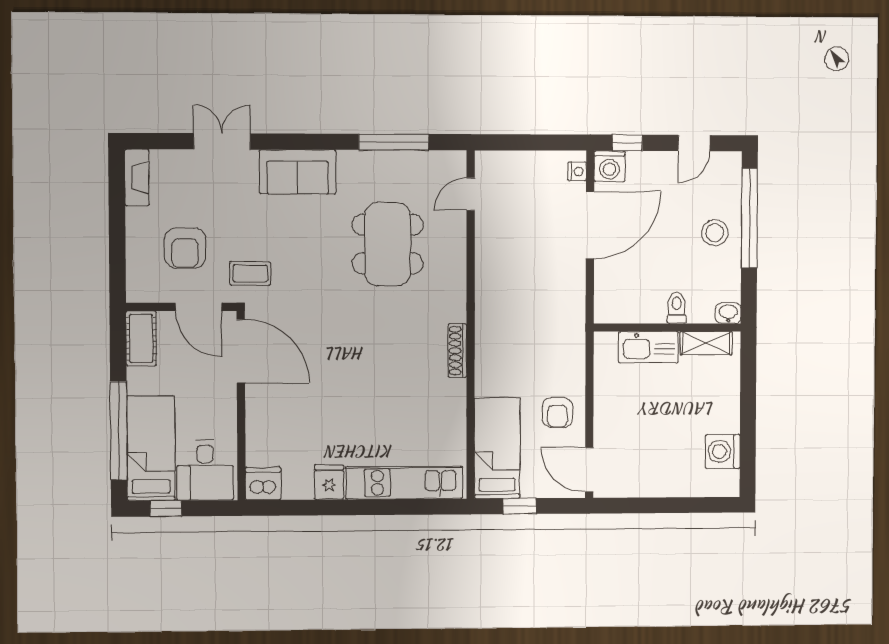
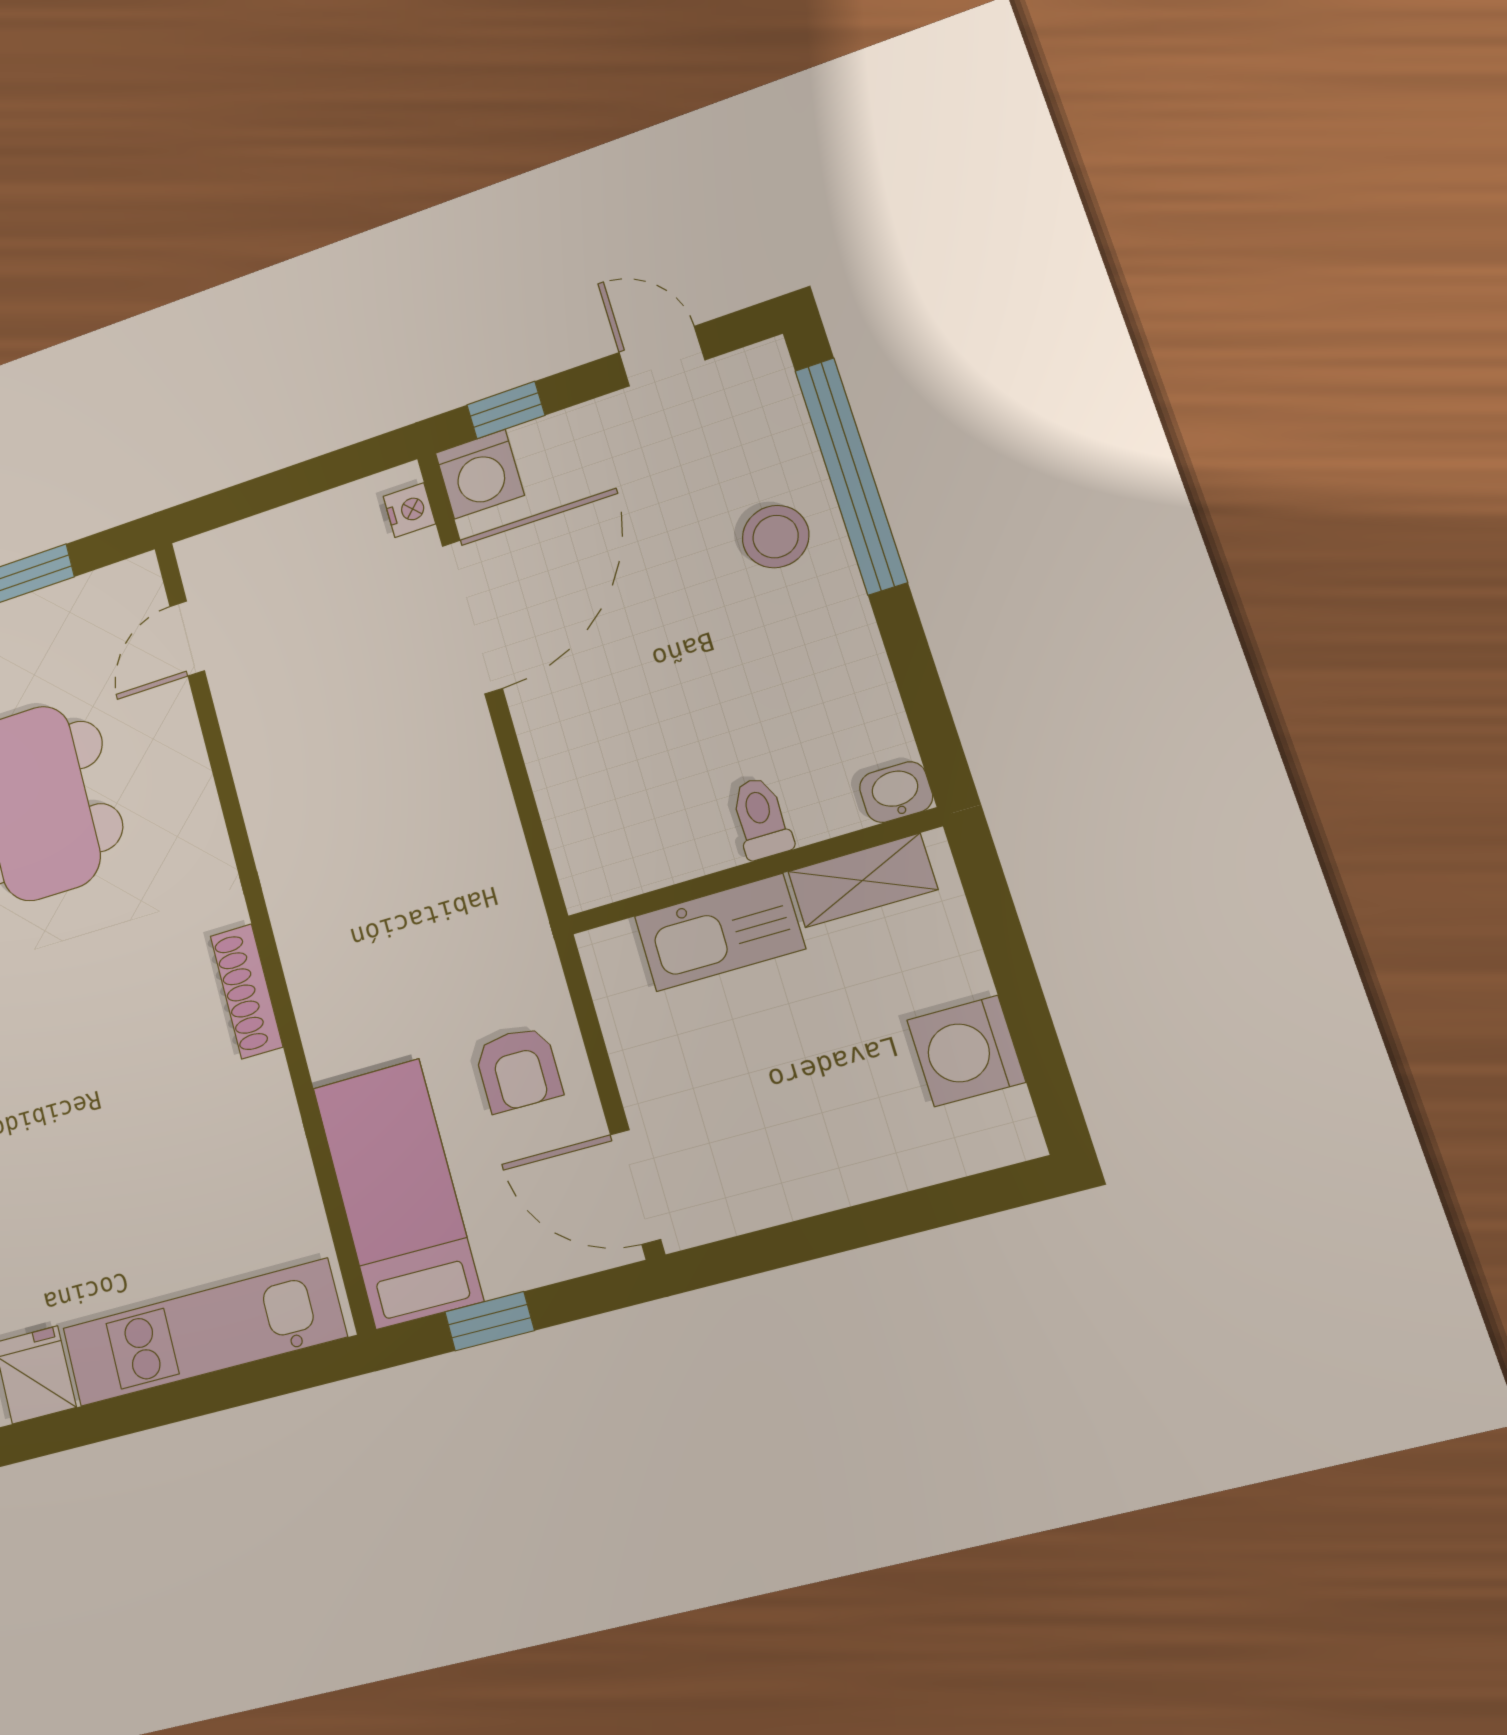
door: (694, 143) -> (662, 356), swing flipped
toilet: (677, 308) -> (761, 818), moved
washbasin: (728, 313) -> (896, 792), moved
wall: (667, 327) -> (752, 872), moved
shelving: (706, 343) -> (863, 880), moved
kitchen sink: (648, 347) -> (720, 933), moved

